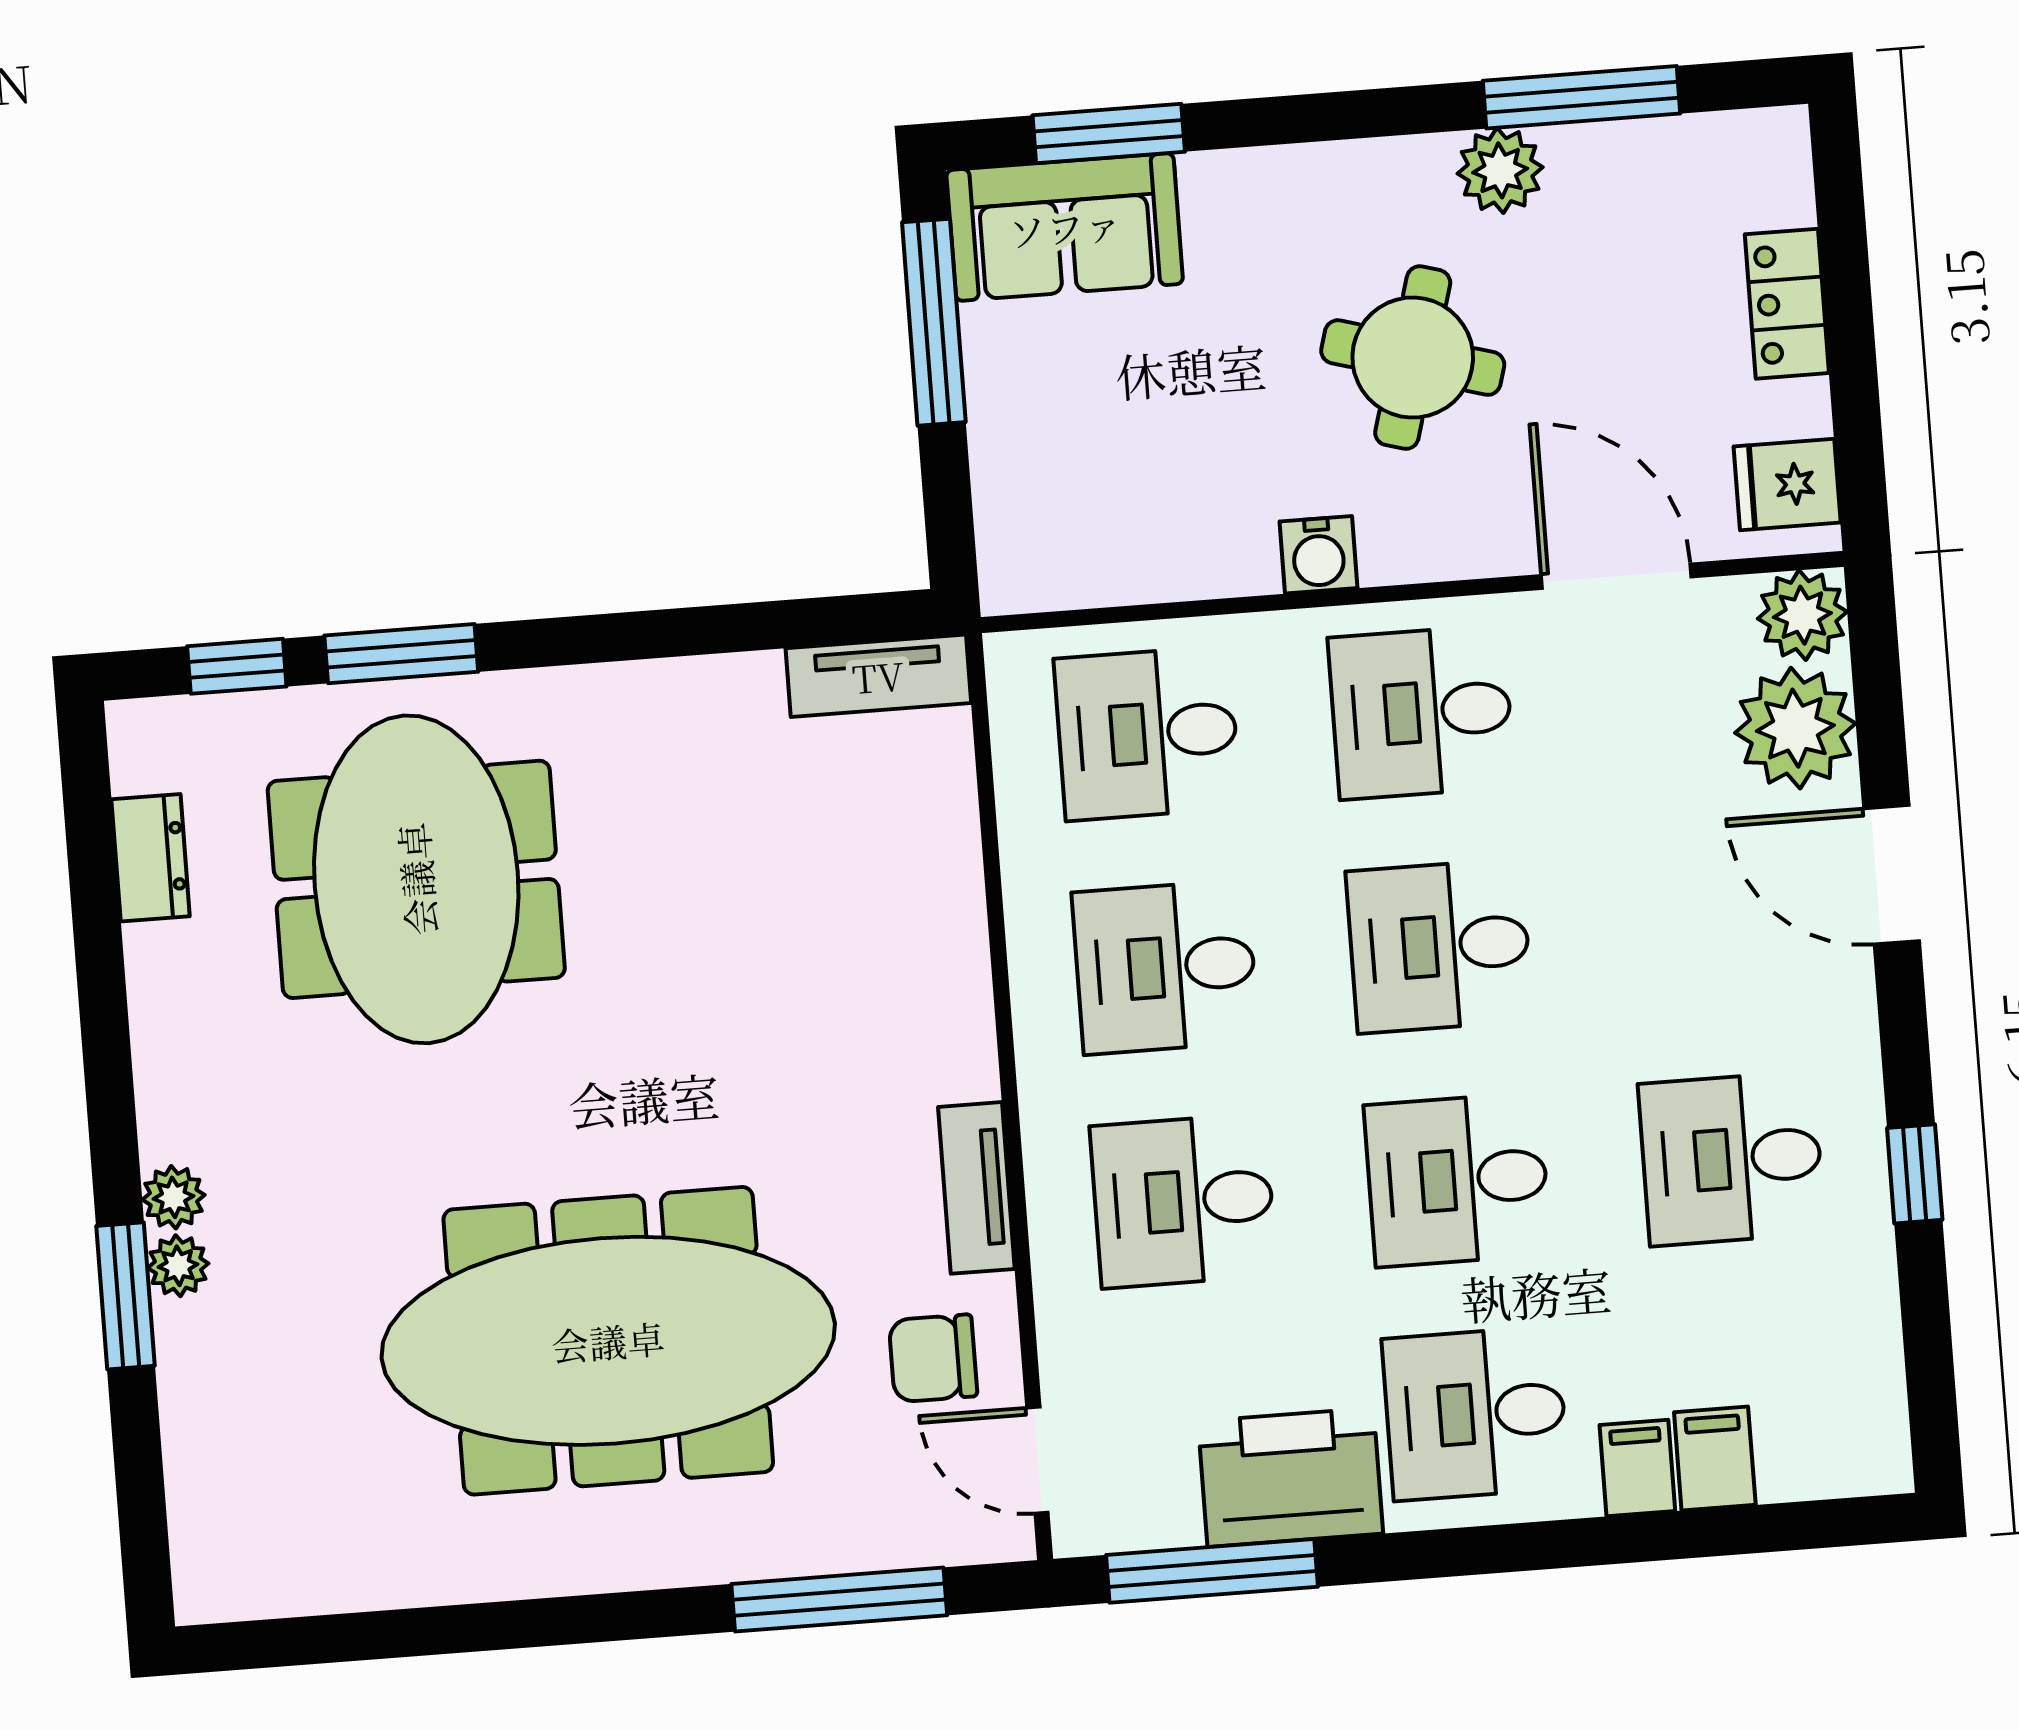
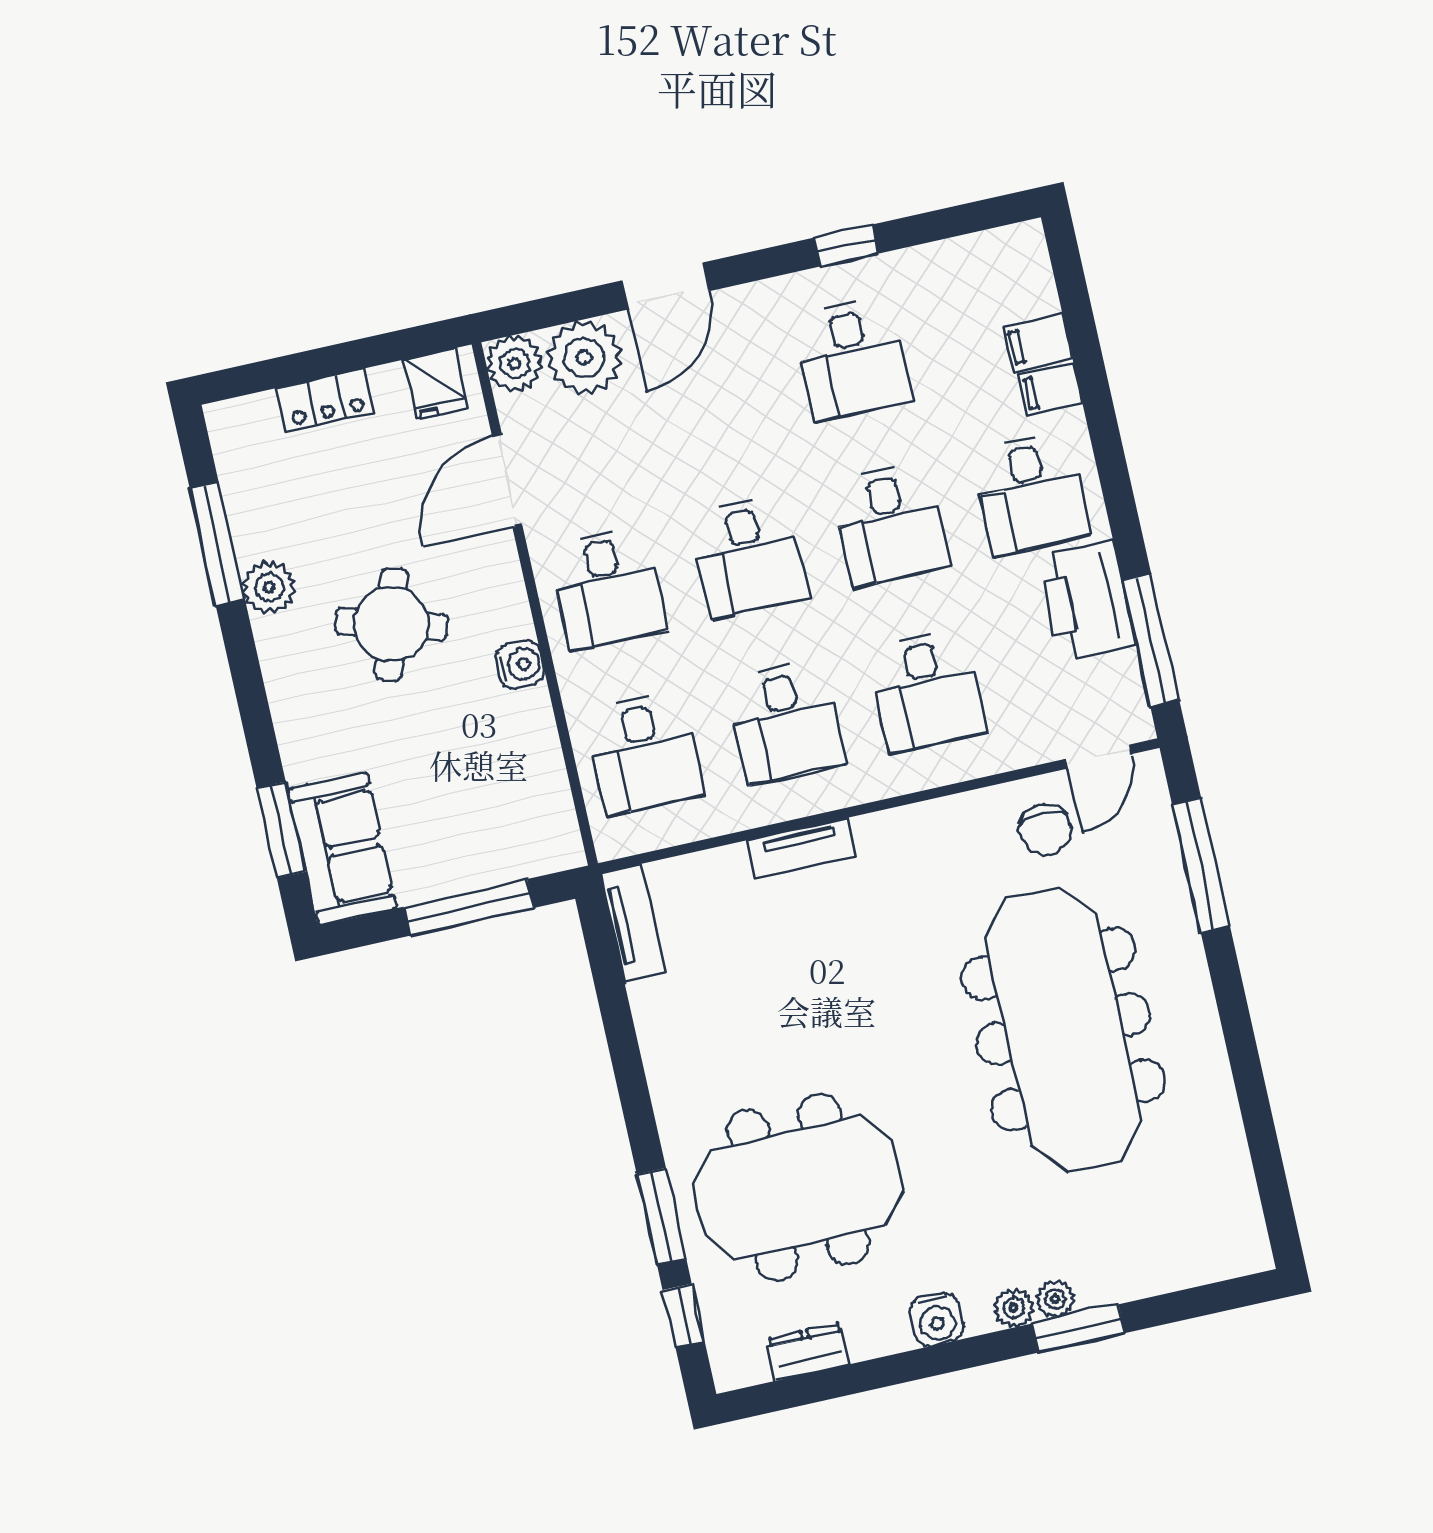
window: (934, 322) -> (468, 907), moved
water cooler: (172, 1071) -> (937, 1320), added
tv unit: (976, 1188) -> (801, 848), moved

